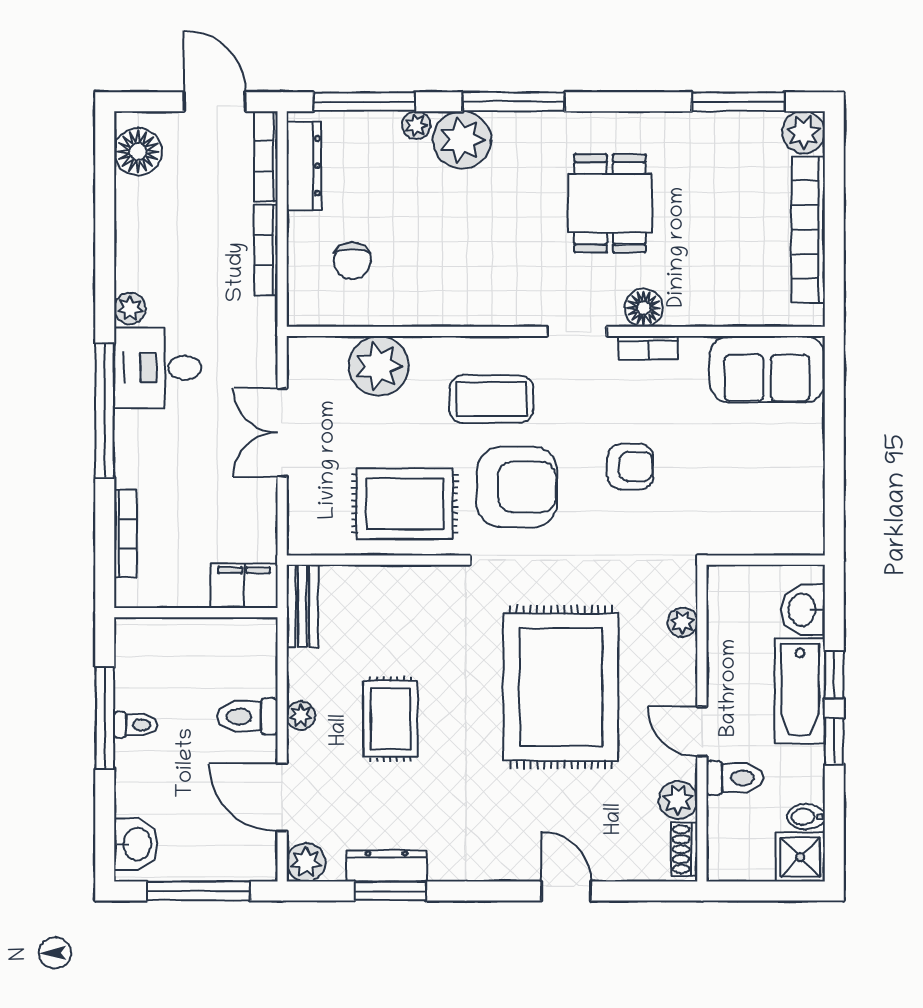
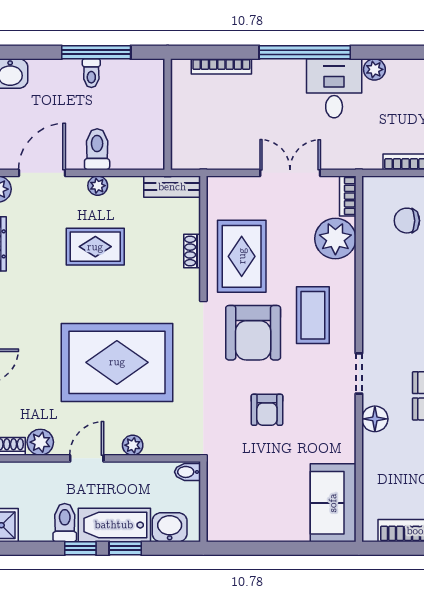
bookcase: (648, 348) -> (348, 196), moved
shoe rack: (397, 577) -> (192, 251), added
filing cabinet: (244, 586) -> (186, 147), removed
plant: (683, 622) -> (133, 445), moved
toilet: (735, 778) -> (65, 523), moved, turned 180
bidet: (806, 817) -> (187, 472), moved, turned -90

